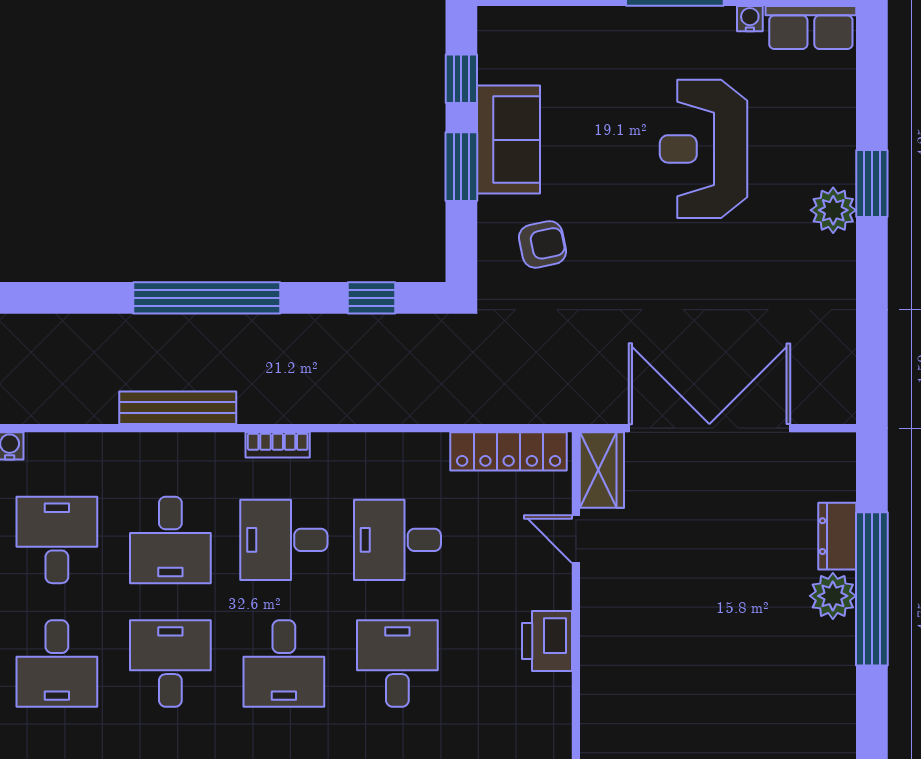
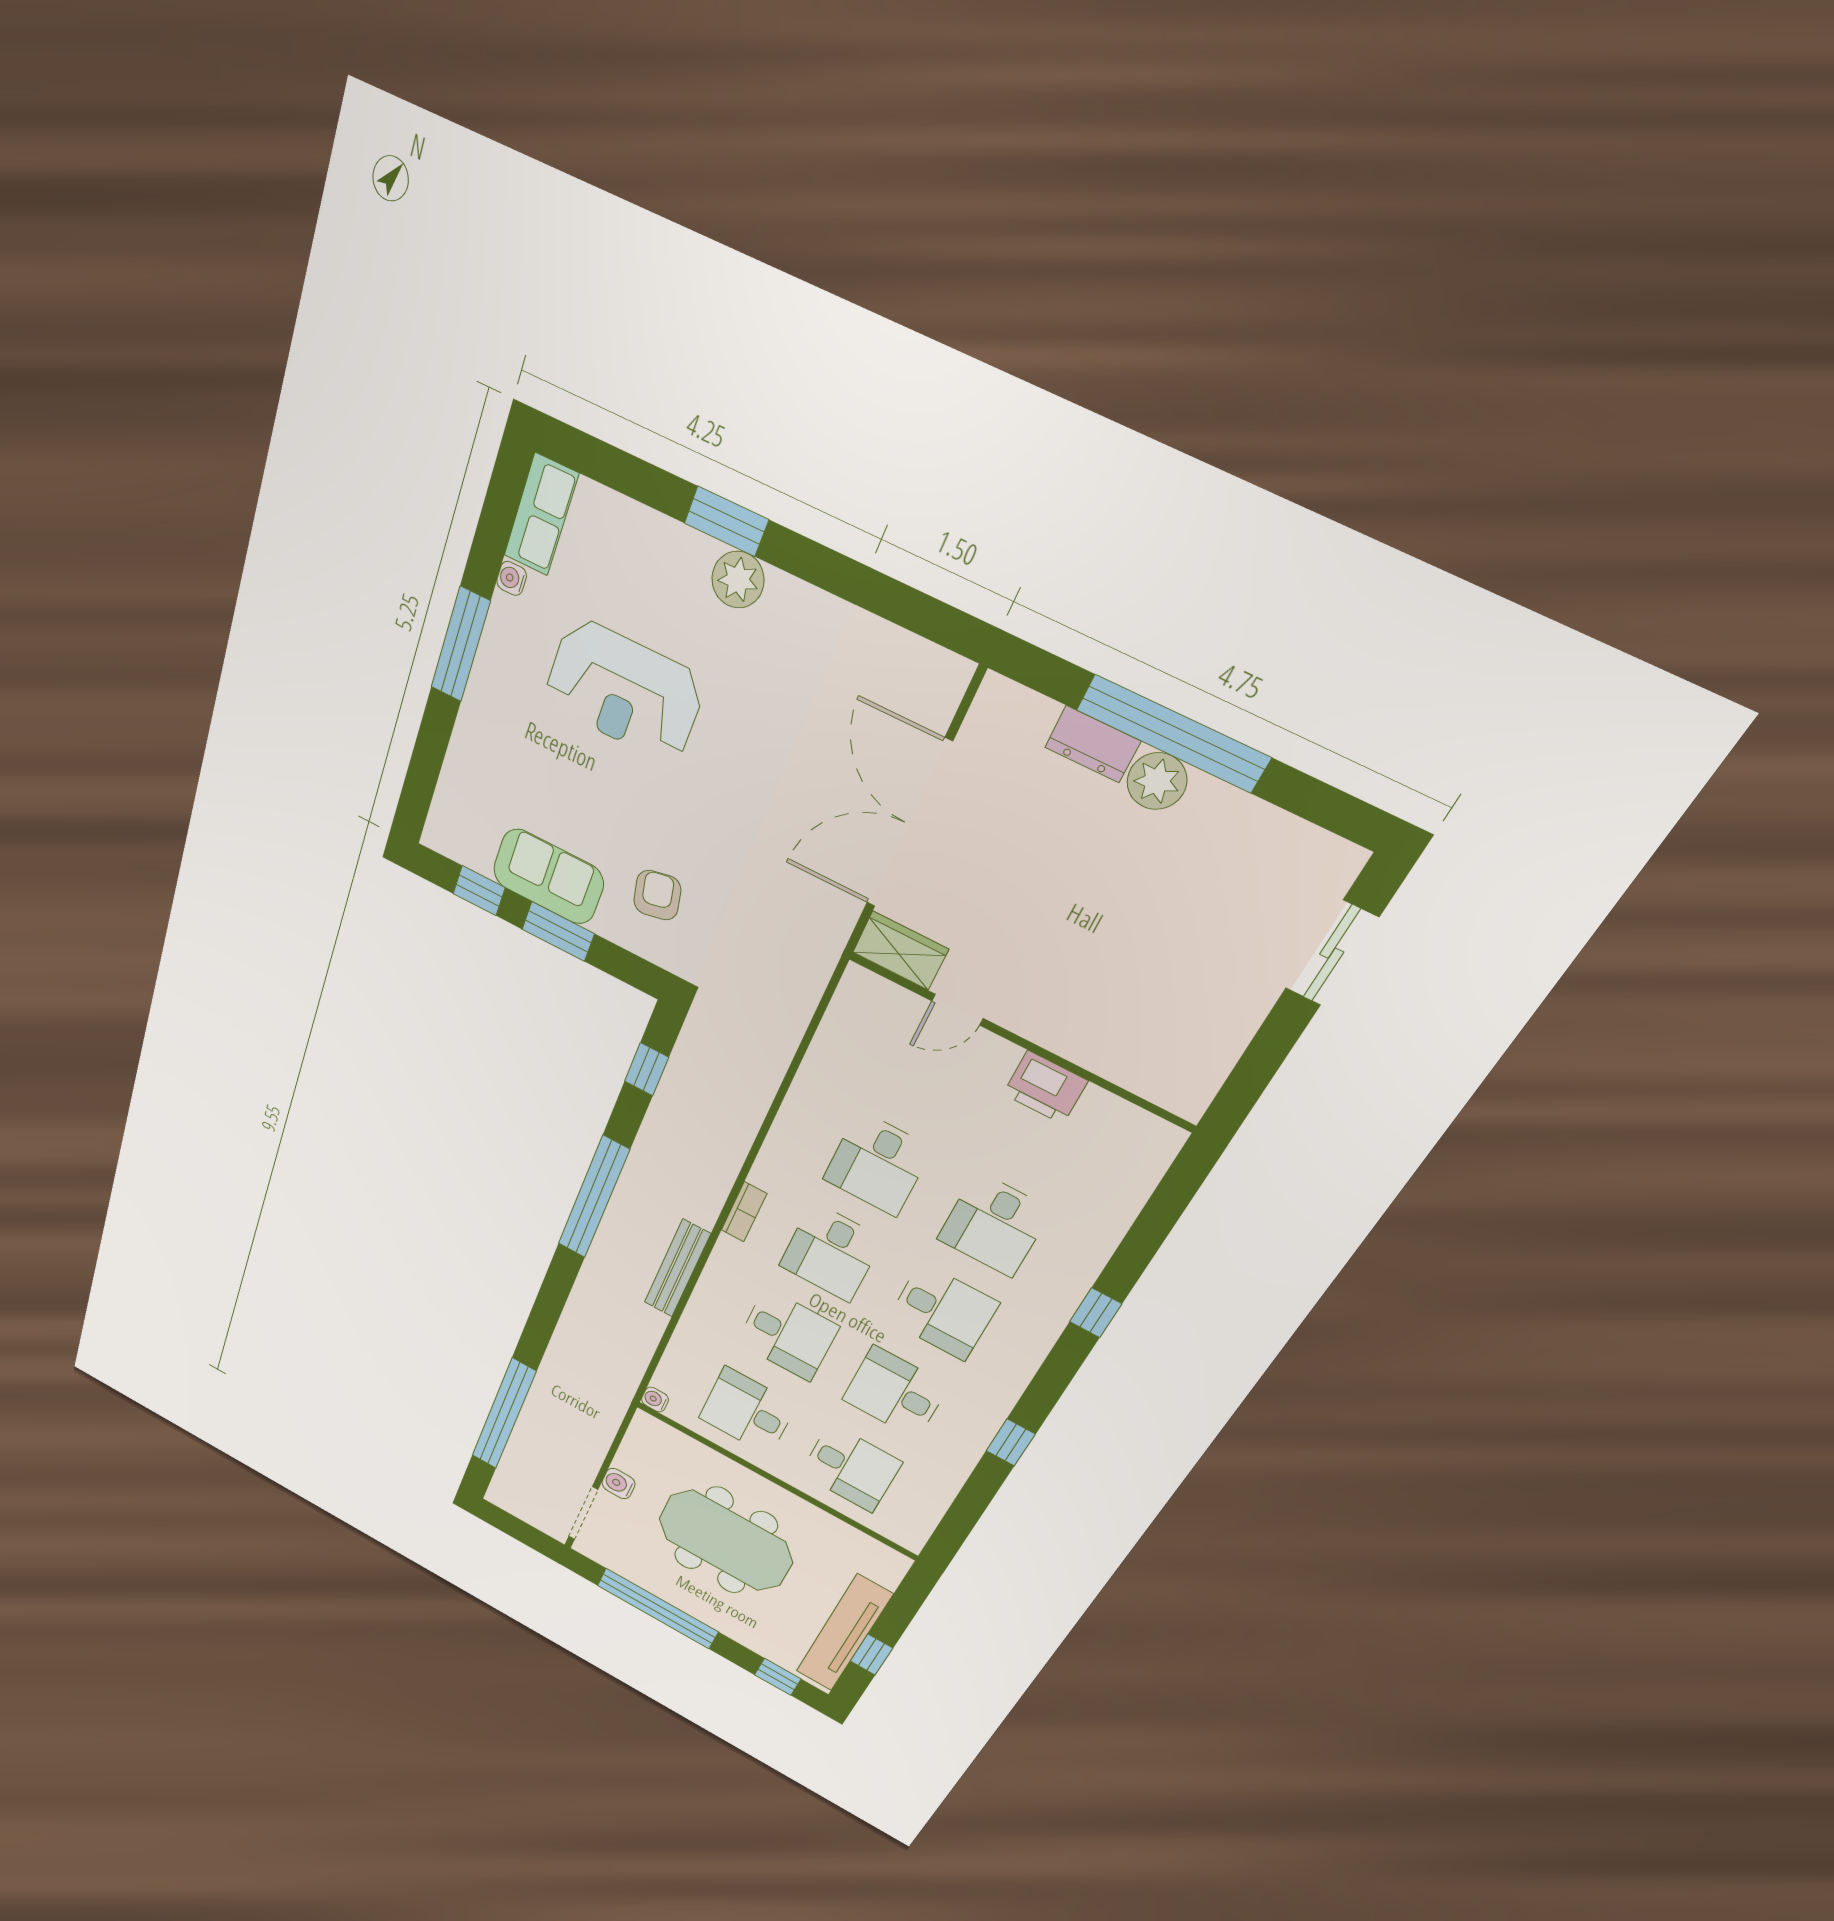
locker: (509, 451) -> (841, 1026), removed
desk: (397, 664) -> (994, 1224), turned -90

